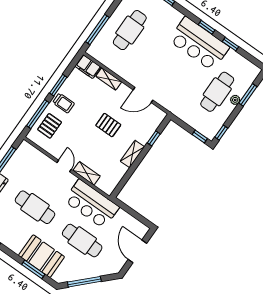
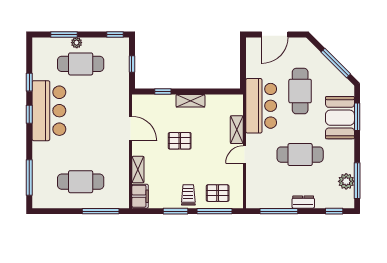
pallet: (108, 125) -> (180, 141), turned 90
window: (200, 137) -> (132, 64), moved
cafe table: (35, 207) -> (300, 155), turned 90

